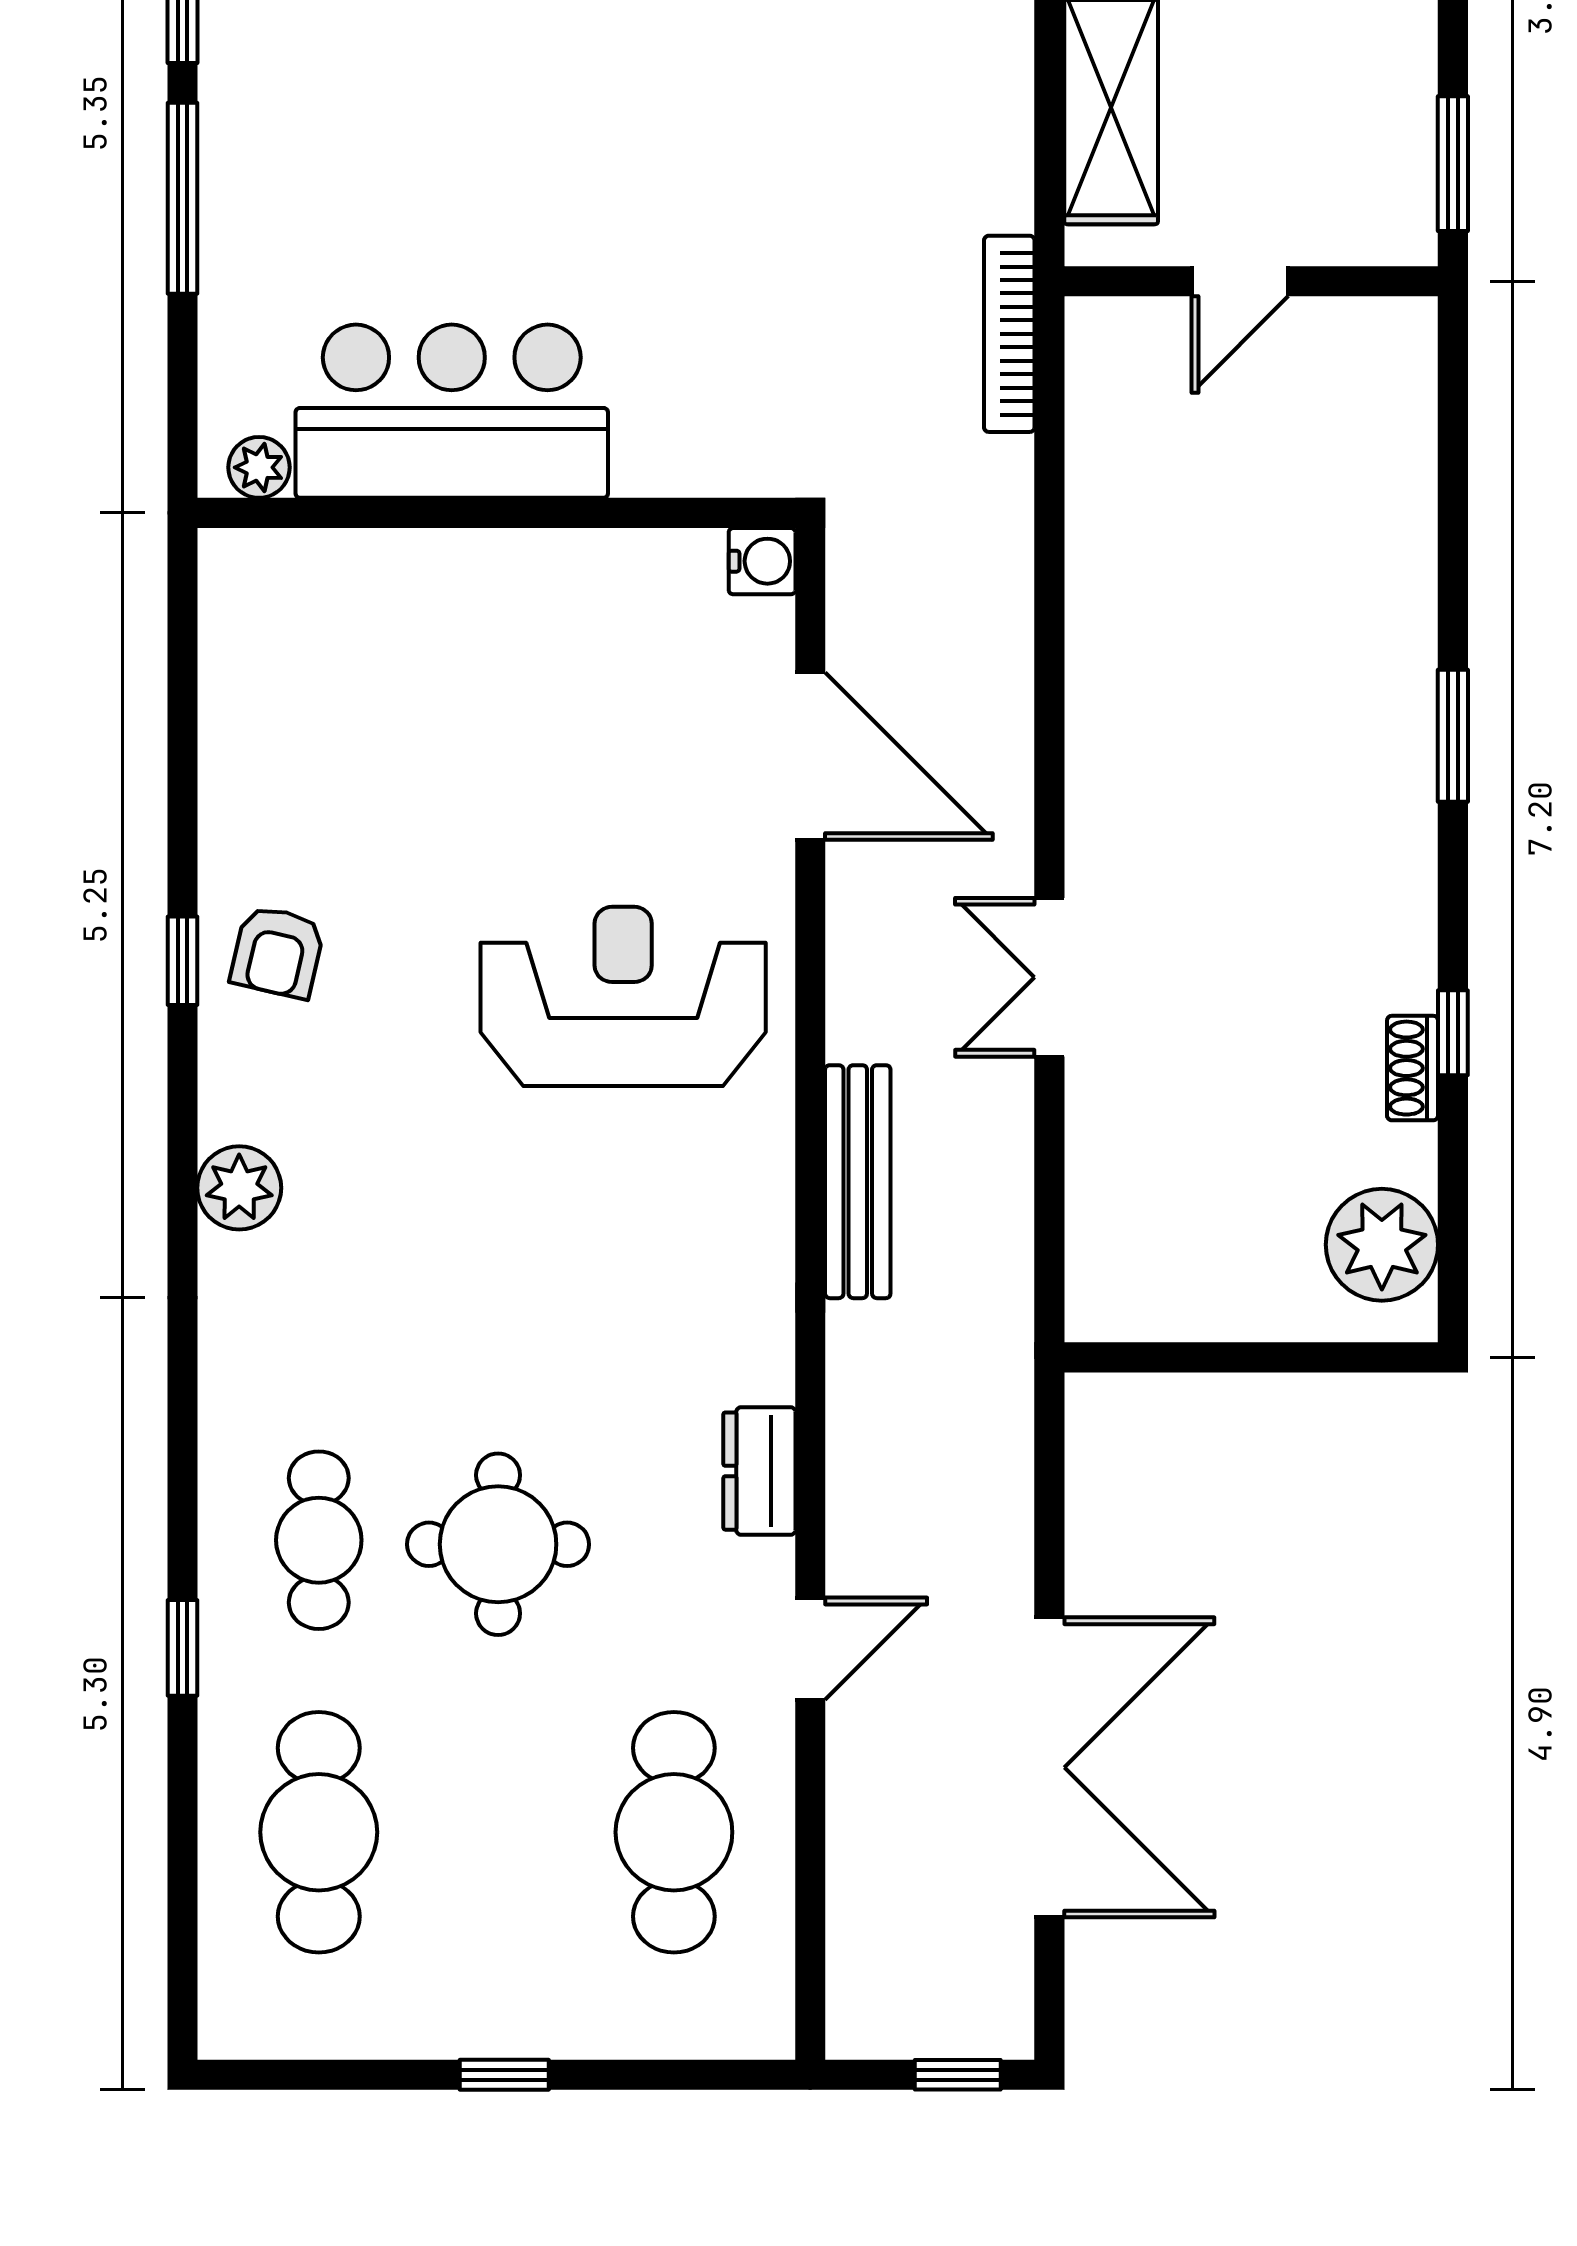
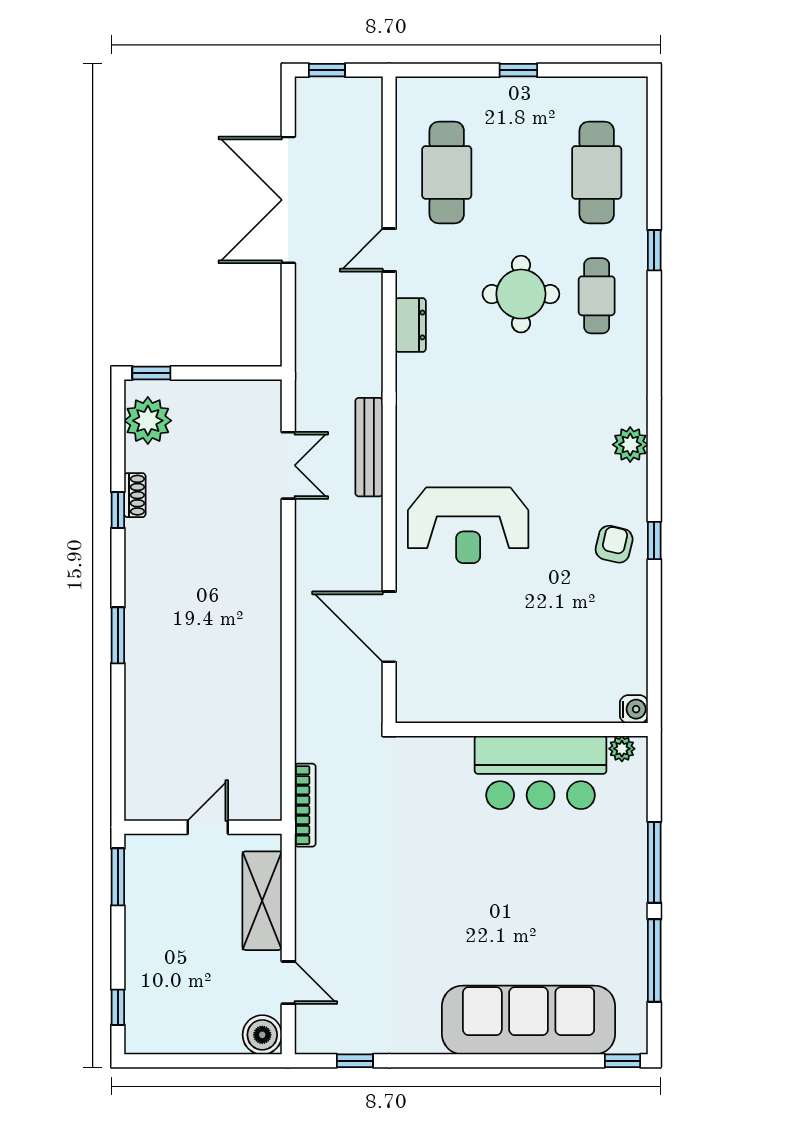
water cooler: (762, 561) -> (634, 709), moved, turned 180
double door: (1049, 977) -> (288, 465), moved
window: (1373, 1357) -> (151, 373), added

